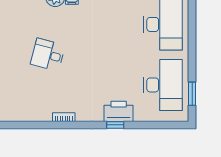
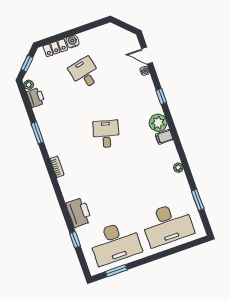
window: (22, 125) -> (37, 133), added
window: (115, 125) -> (75, 240), moved

